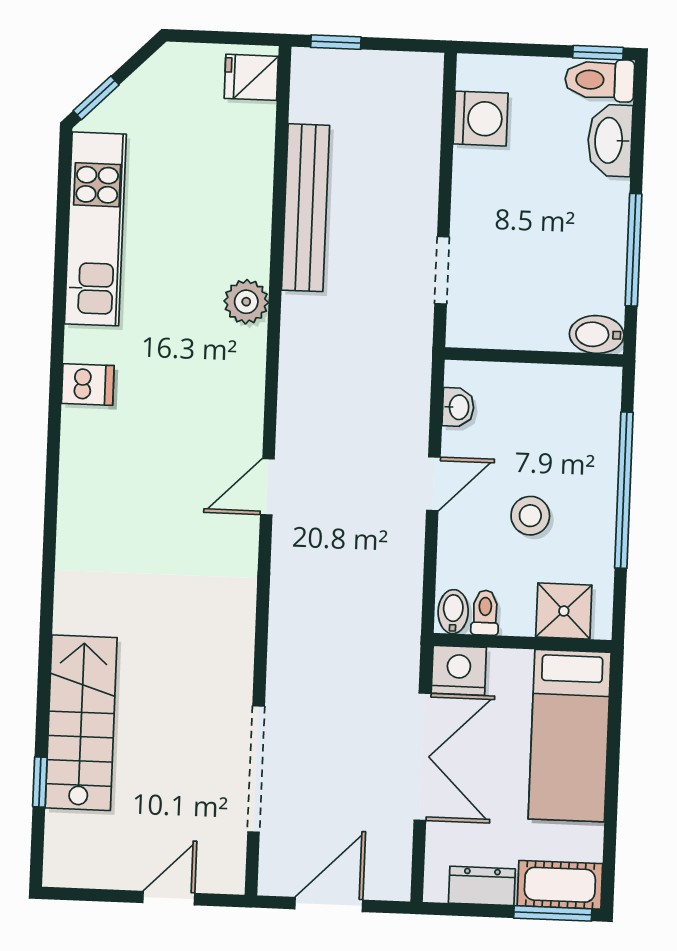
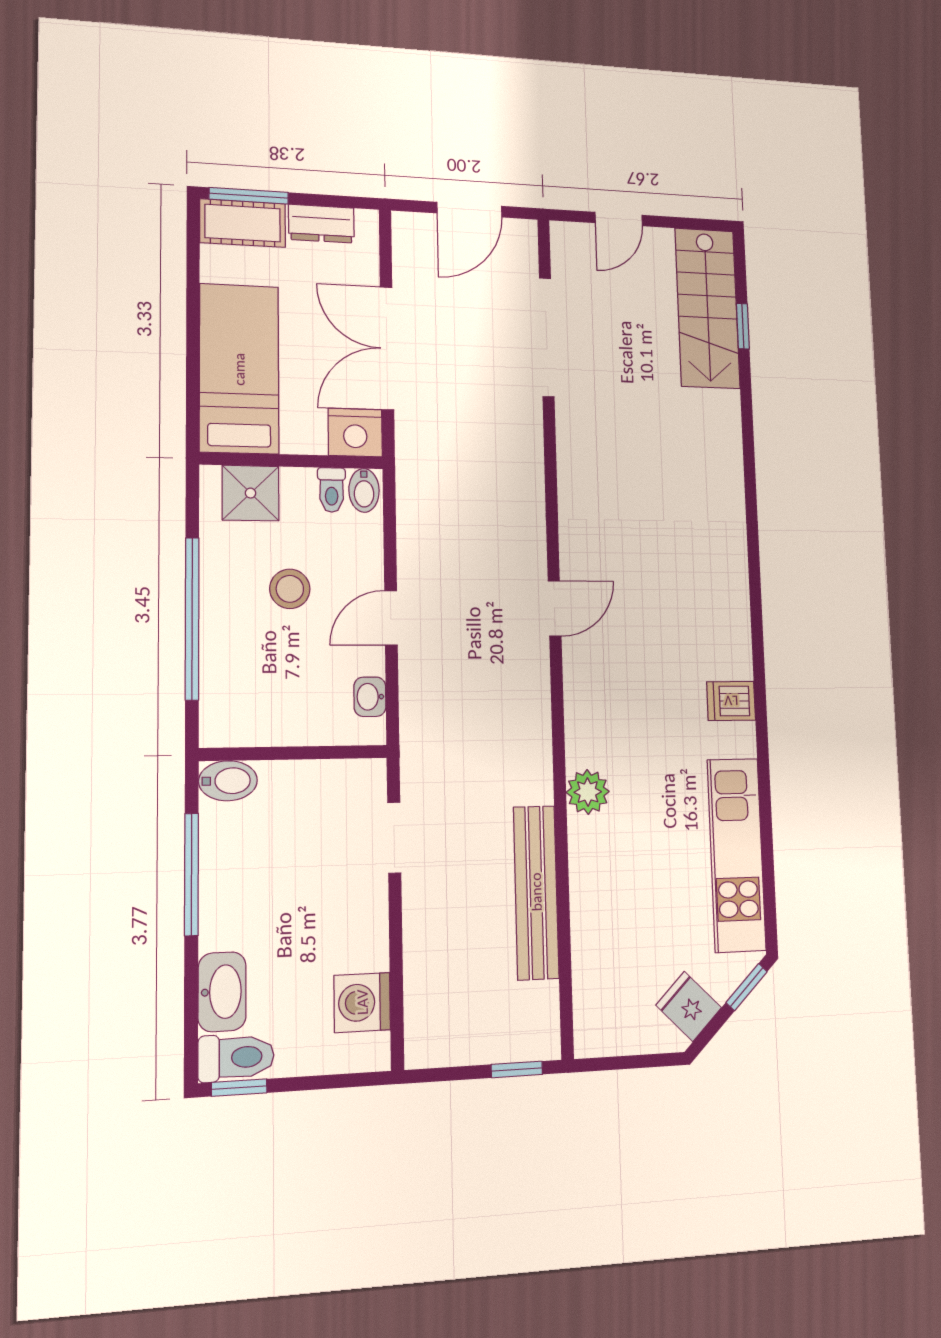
fridge: (251, 77) -> (689, 1006), moved, turned -135
stairs: (81, 723) -> (707, 308), moved

